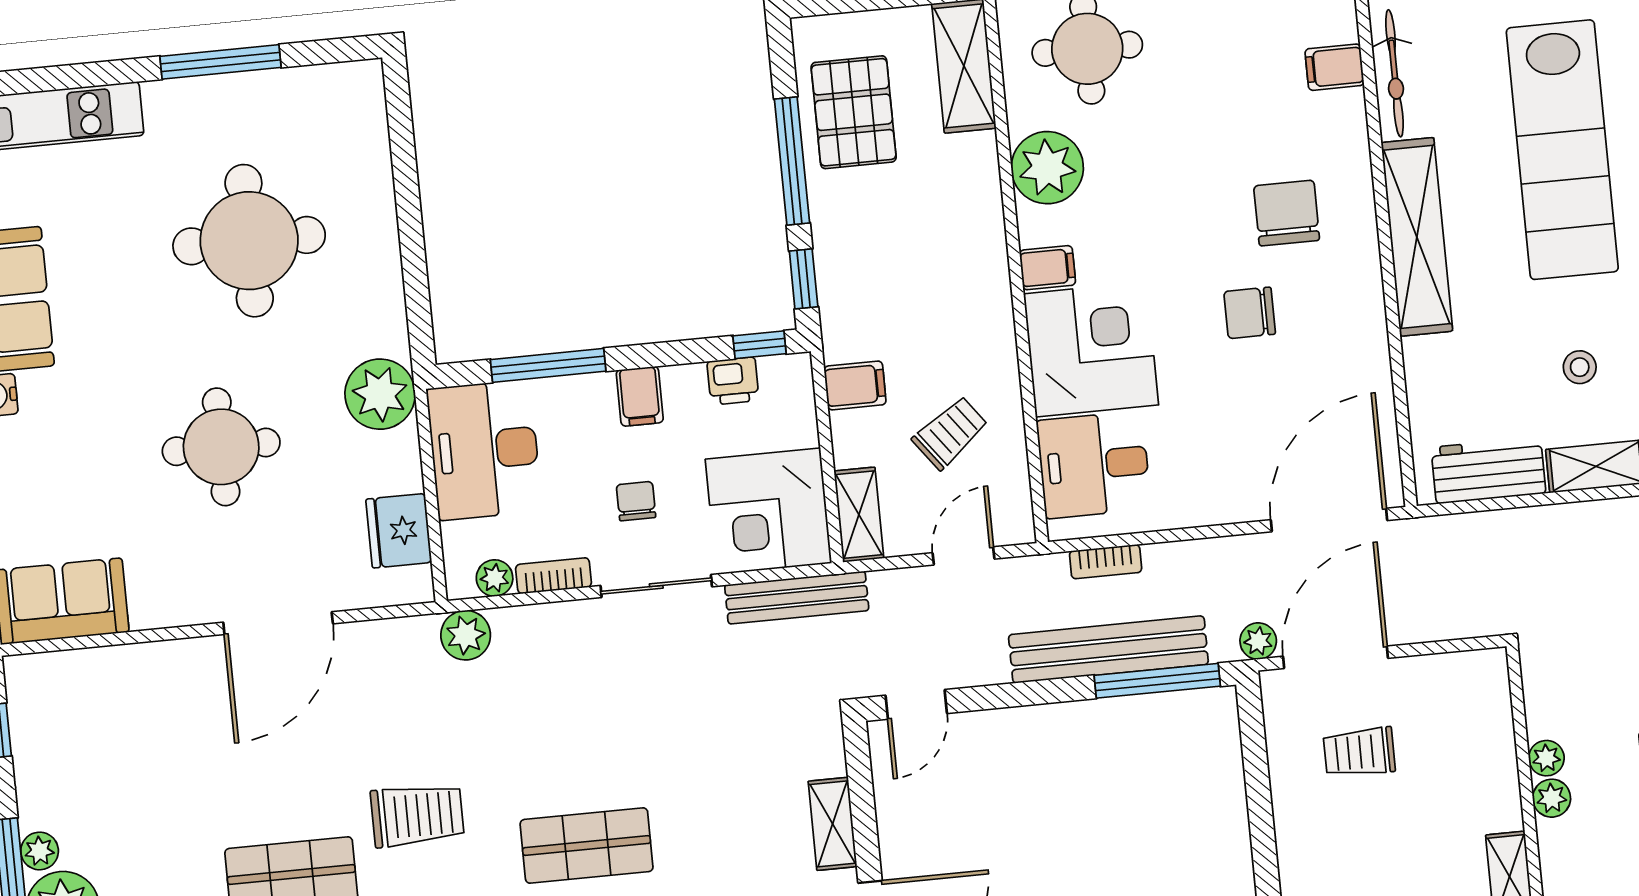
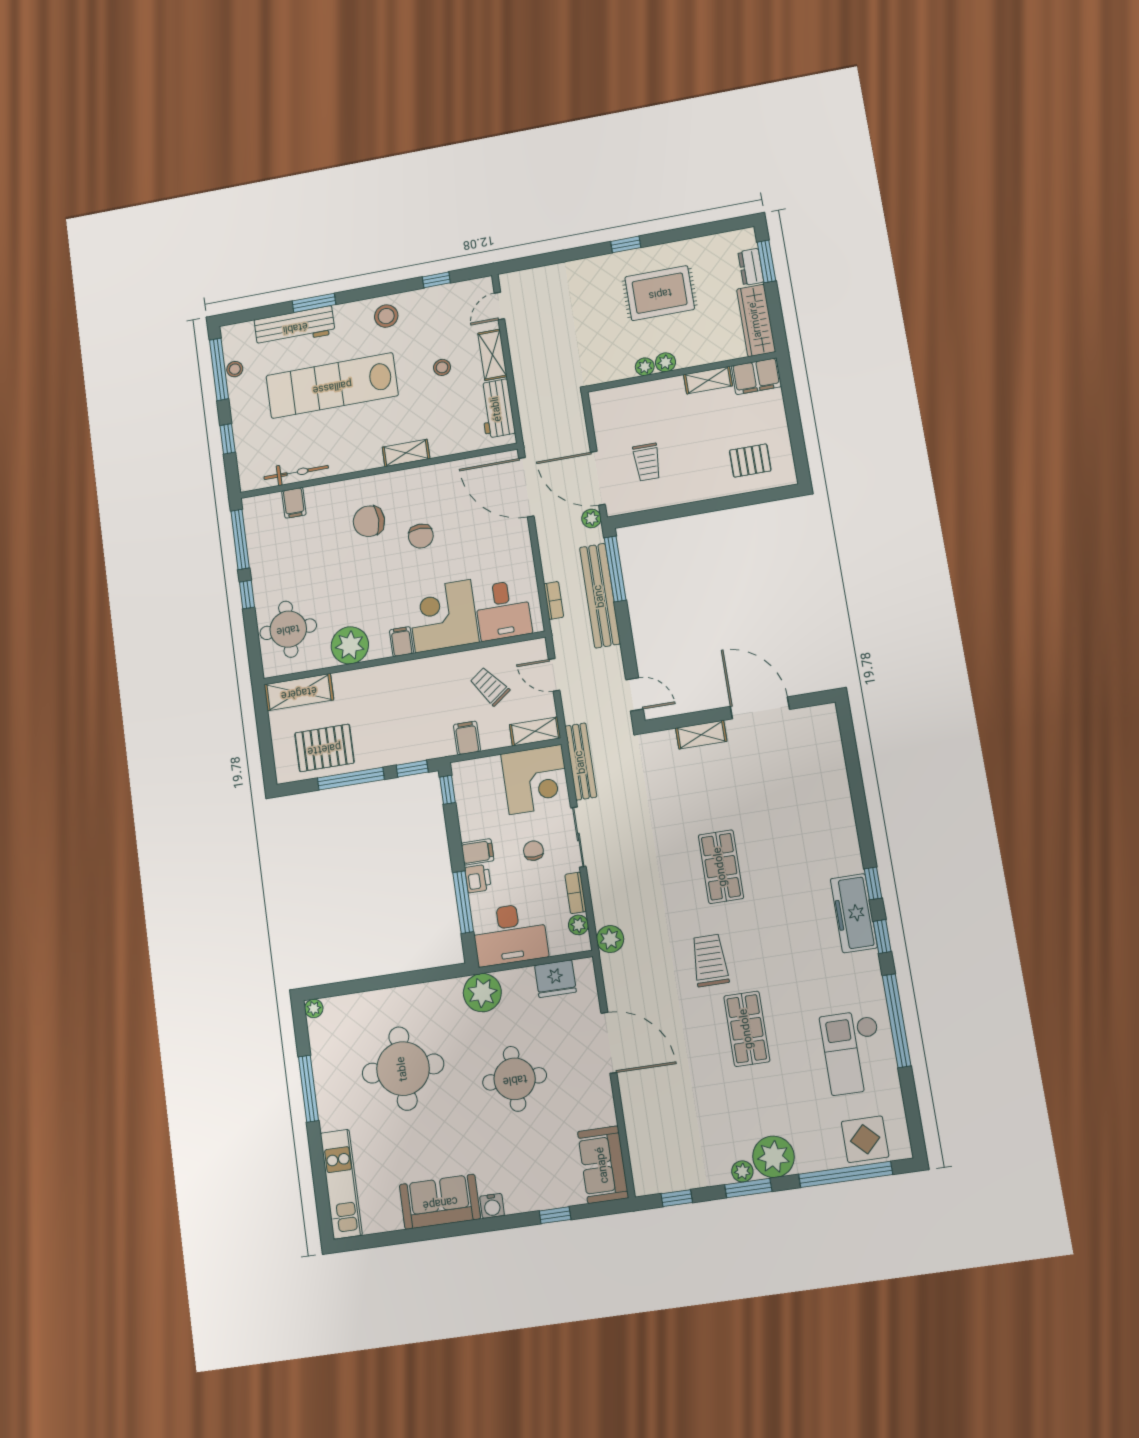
plant: (367, 76) -> (314, 1008), added
lab bench: (1562, 150) -> (332, 386), turned 180
shelving: (1417, 237) -> (406, 453), width x0.45, depth x0.75
printer: (733, 381) -> (478, 879), moved
chair: (636, 501) -> (533, 851), turned 90

